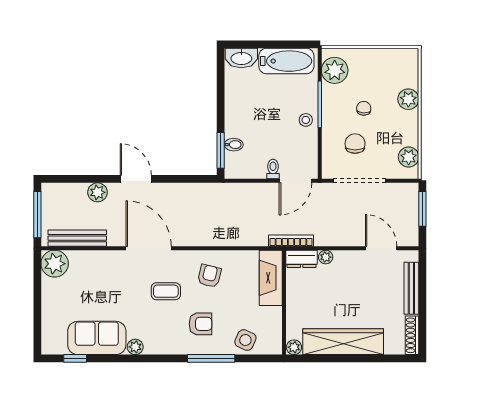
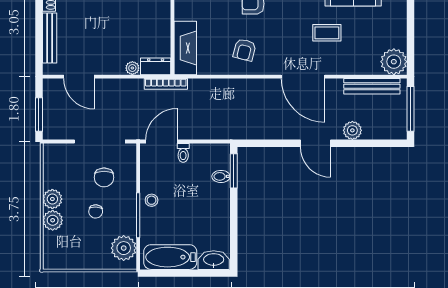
plant: (409, 157) -> (52, 199), moved
coffee table: (166, 291) -> (327, 33), moved

